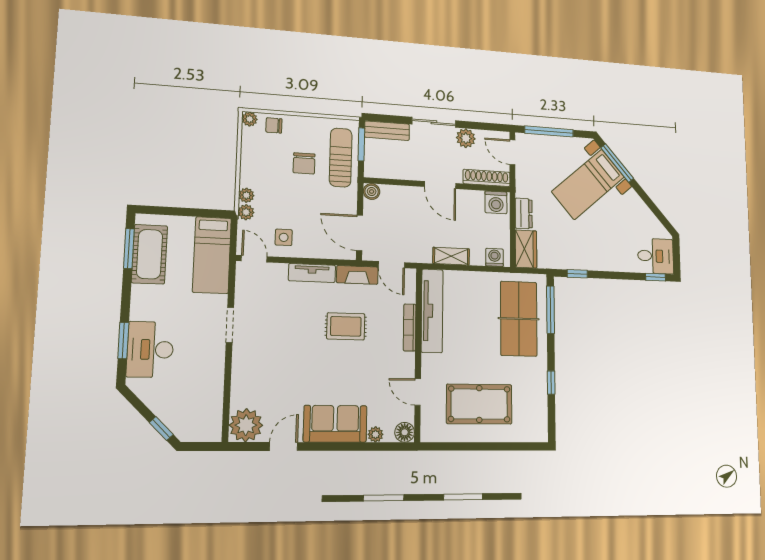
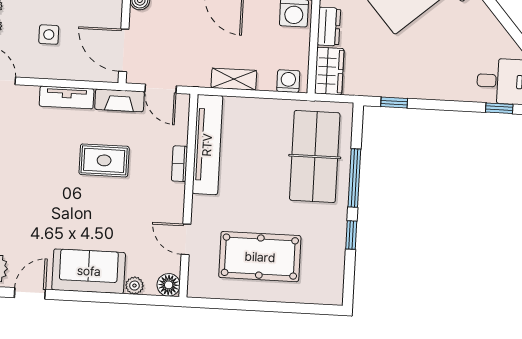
side table: (284, 237) -> (49, 35), moved
window: (550, 310) -> (354, 178), moved
bookcase: (410, 327) -> (179, 164), width x0.64

